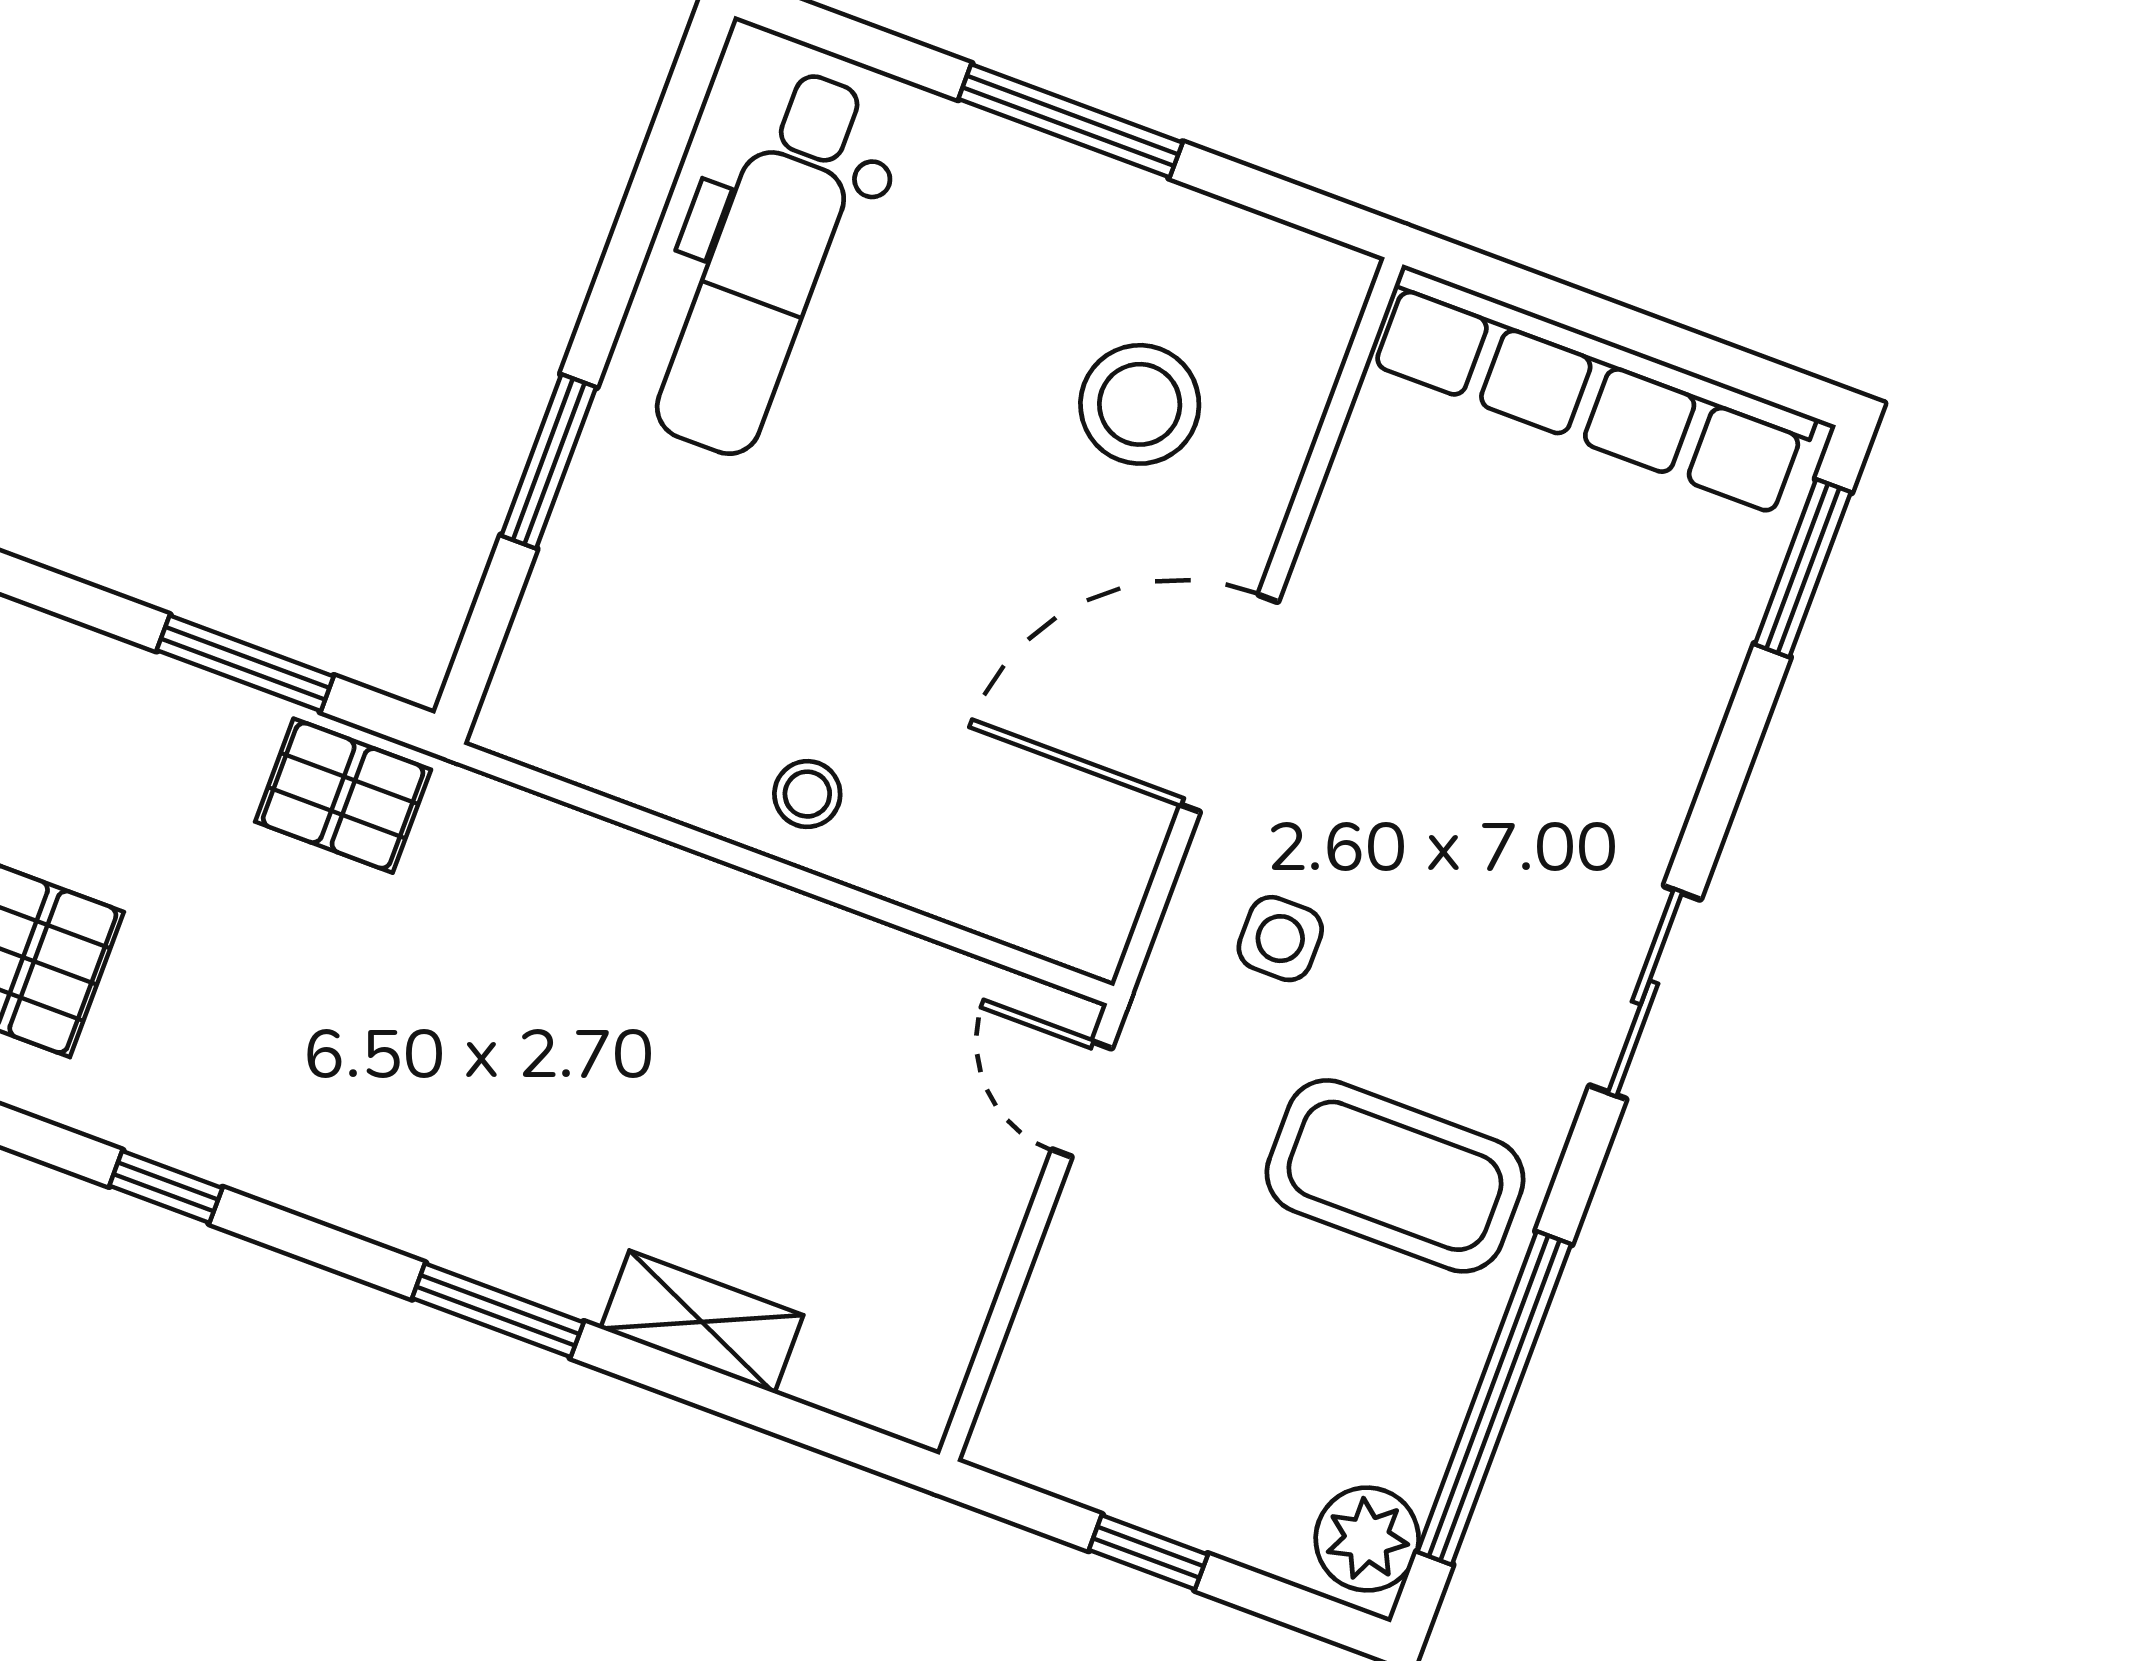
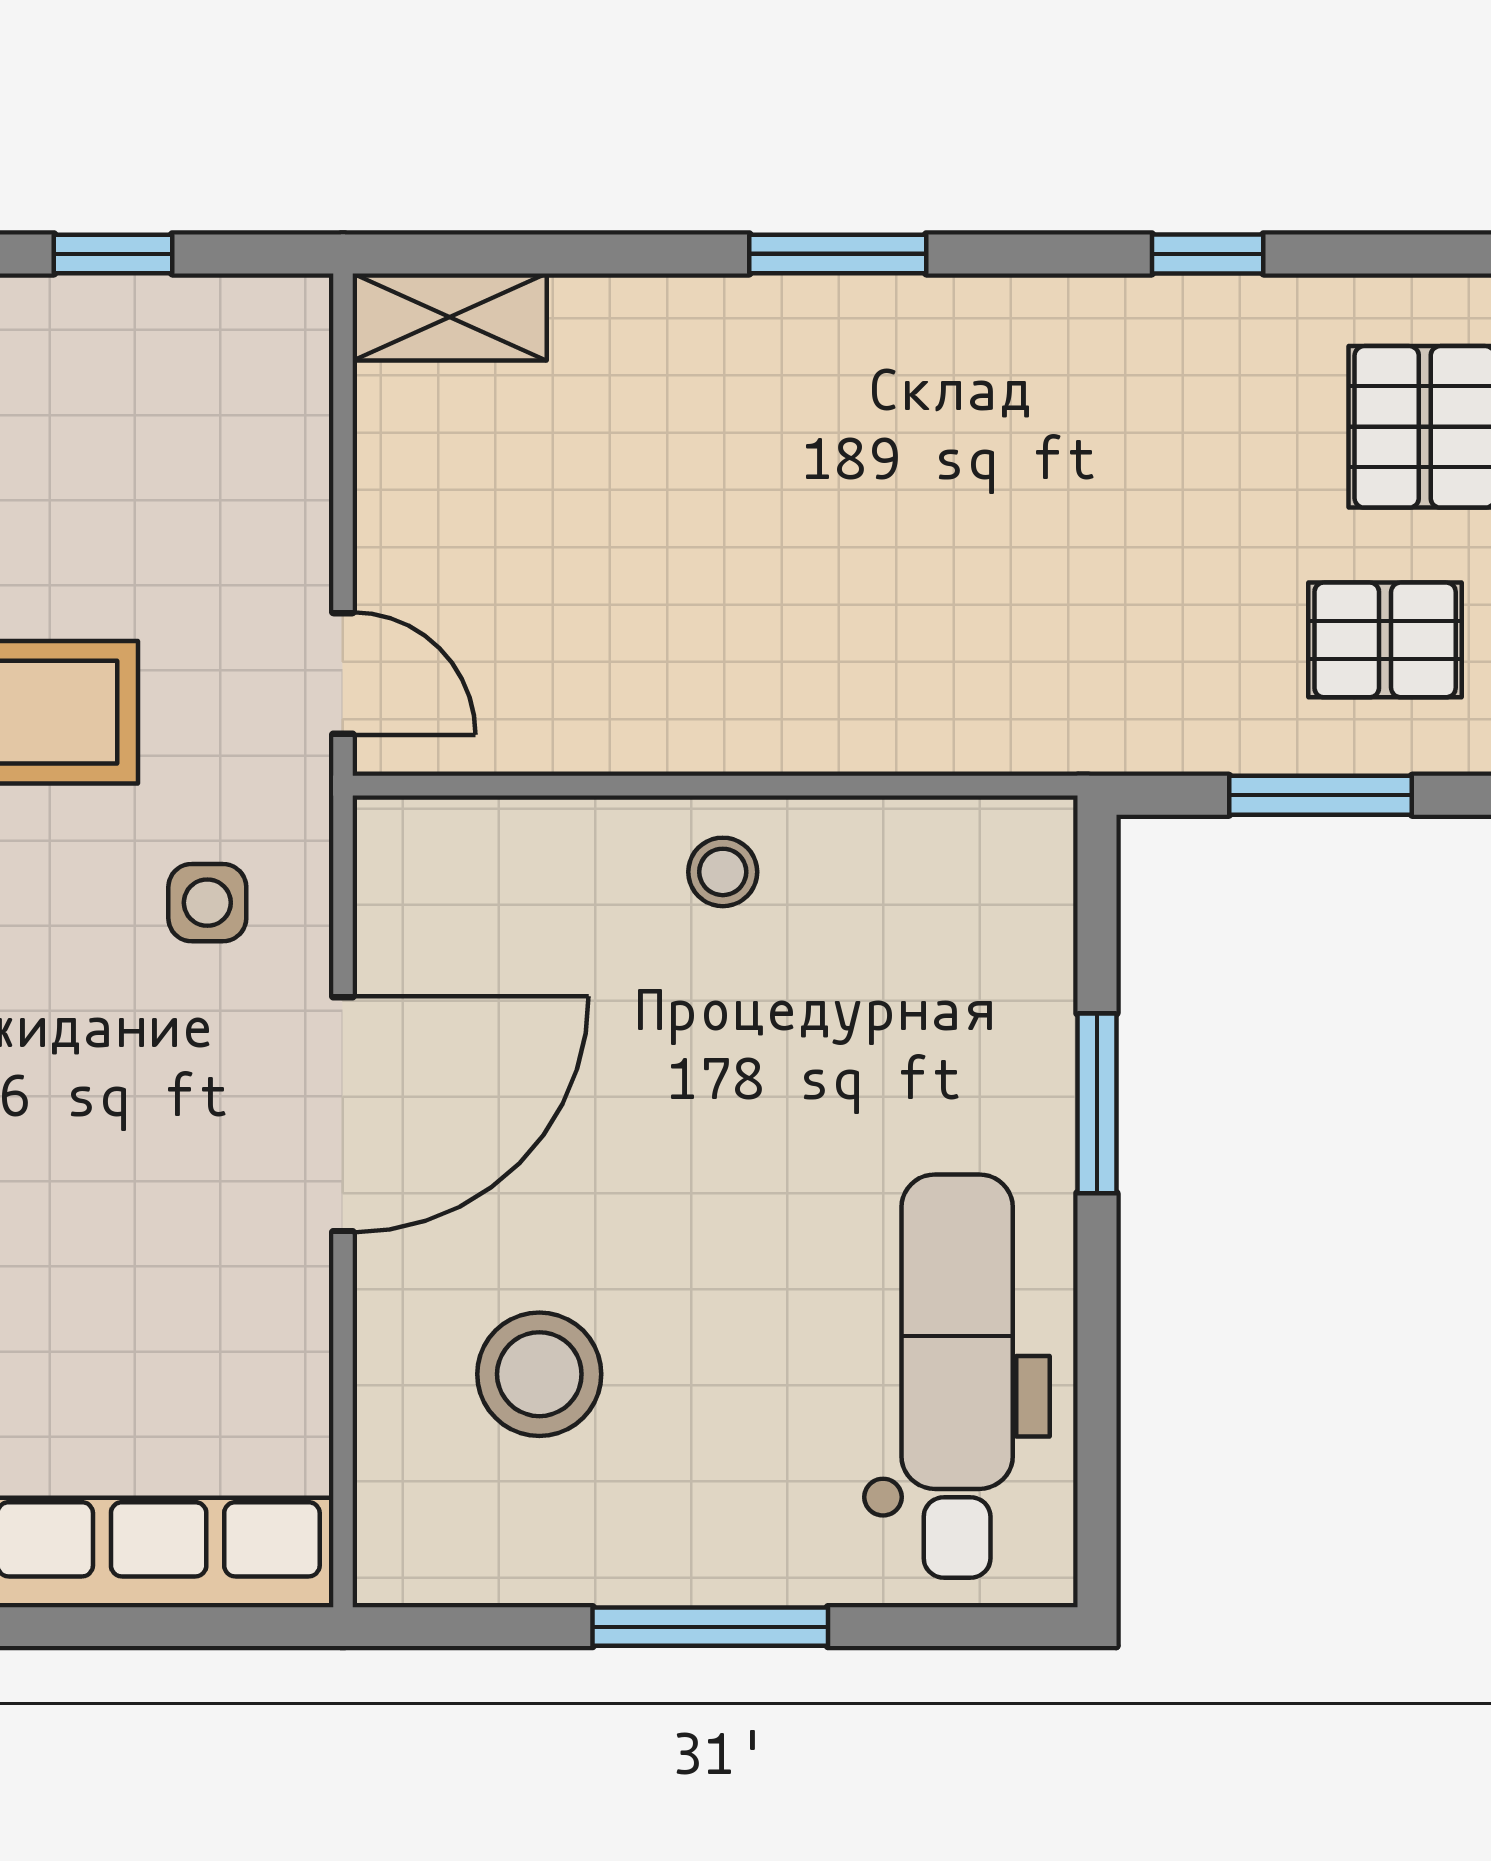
pallet: (343, 796) -> (1385, 640), moved
shelving: (702, 1322) -> (450, 317), moved

